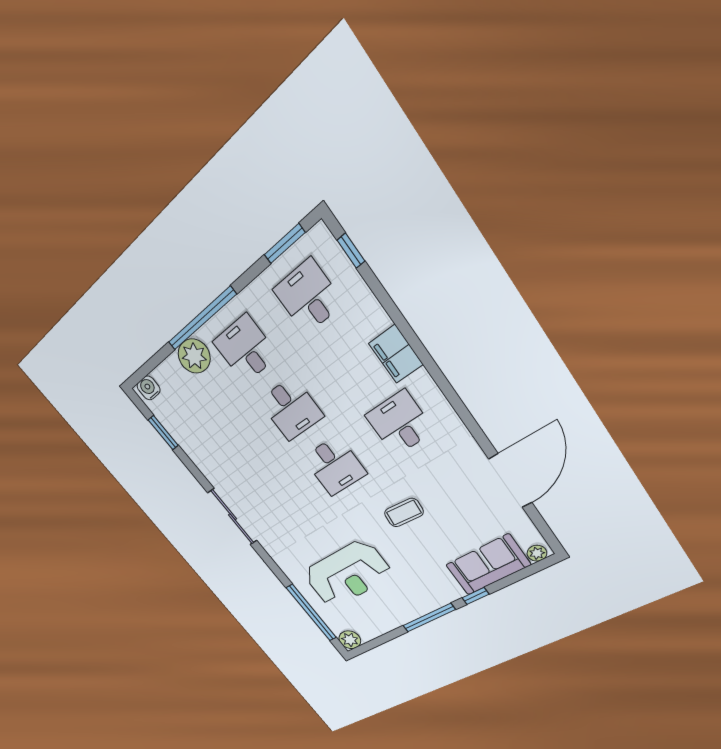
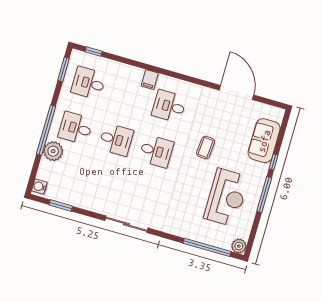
filing cabinet: (396, 354) -> (150, 79), width x0.50
plant: (537, 553) -> (278, 116), removed
reception desk: (347, 574) -> (226, 197), moved

